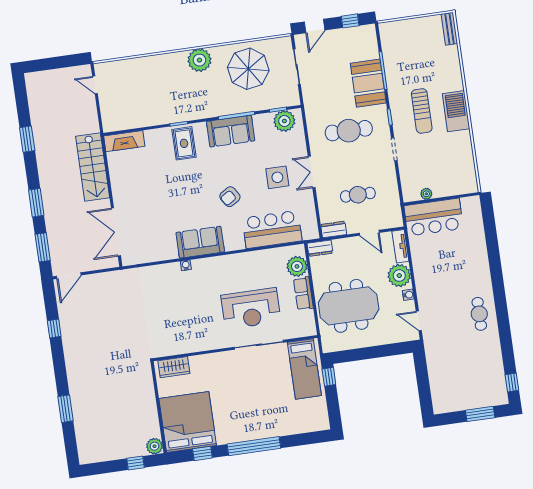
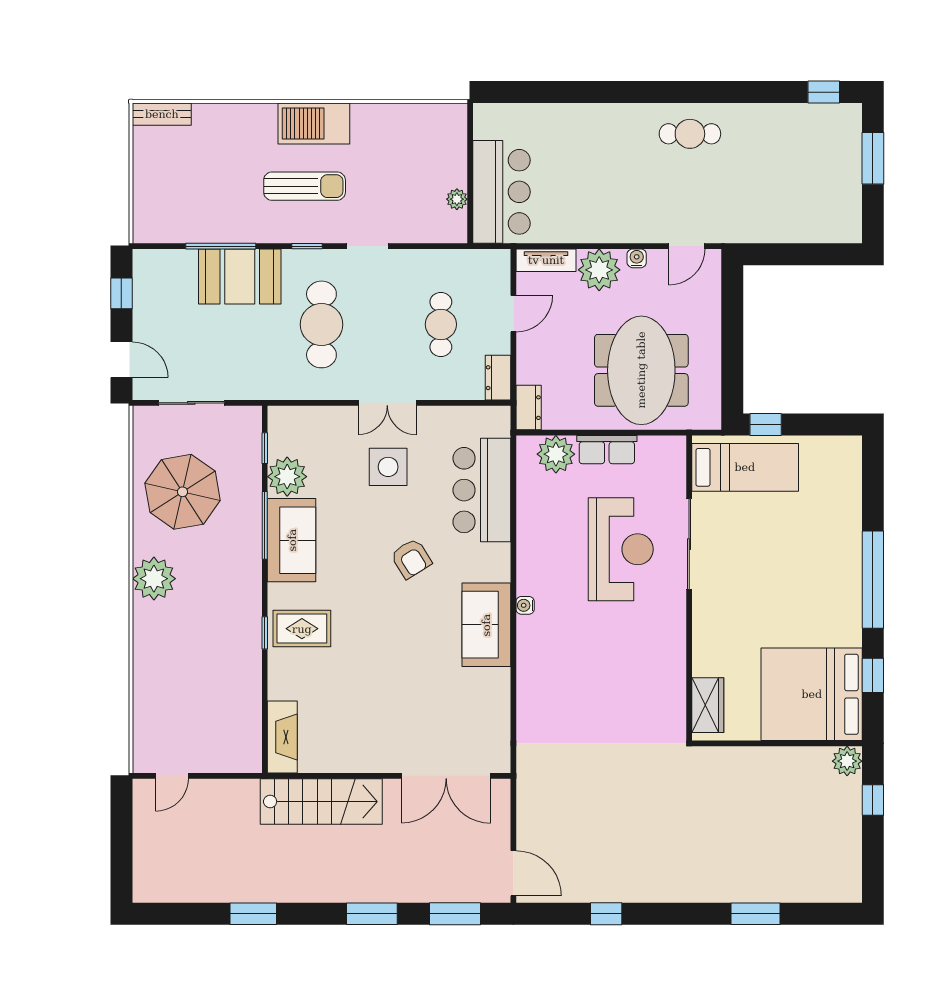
plant: (284, 121) -> (287, 477), moved
water cooler: (186, 265) -> (525, 605), moved

